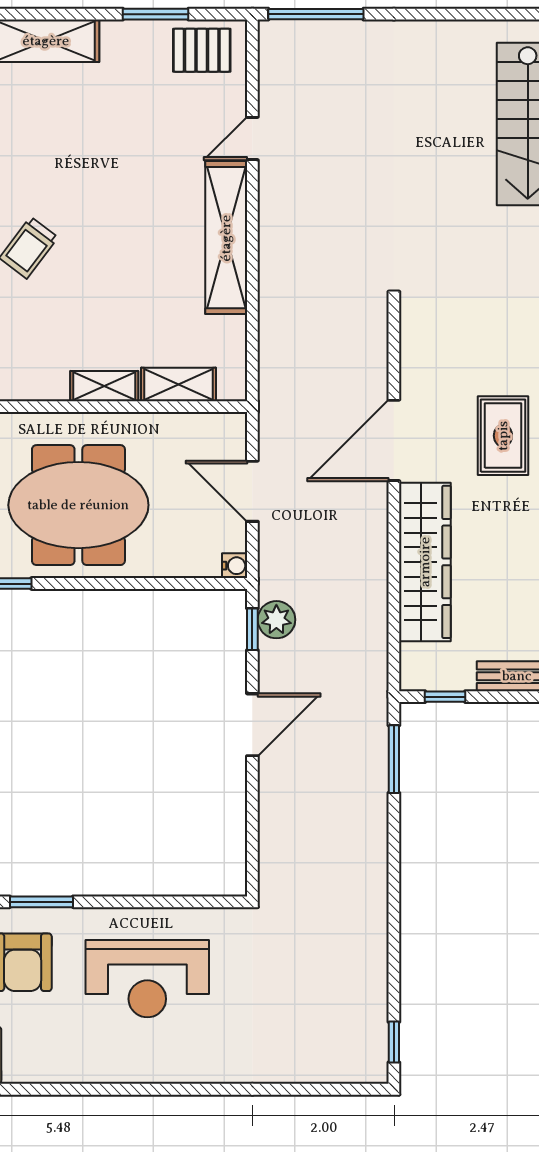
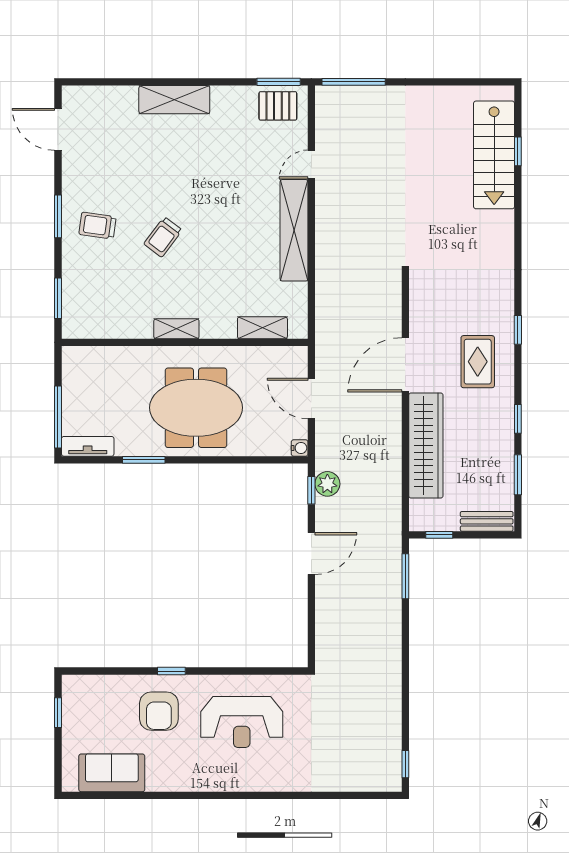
window: (156, 14) -> (279, 82), moved
shelving: (104, 386) -> (176, 329), moved
window: (41, 902) -> (171, 671), width x0.67

